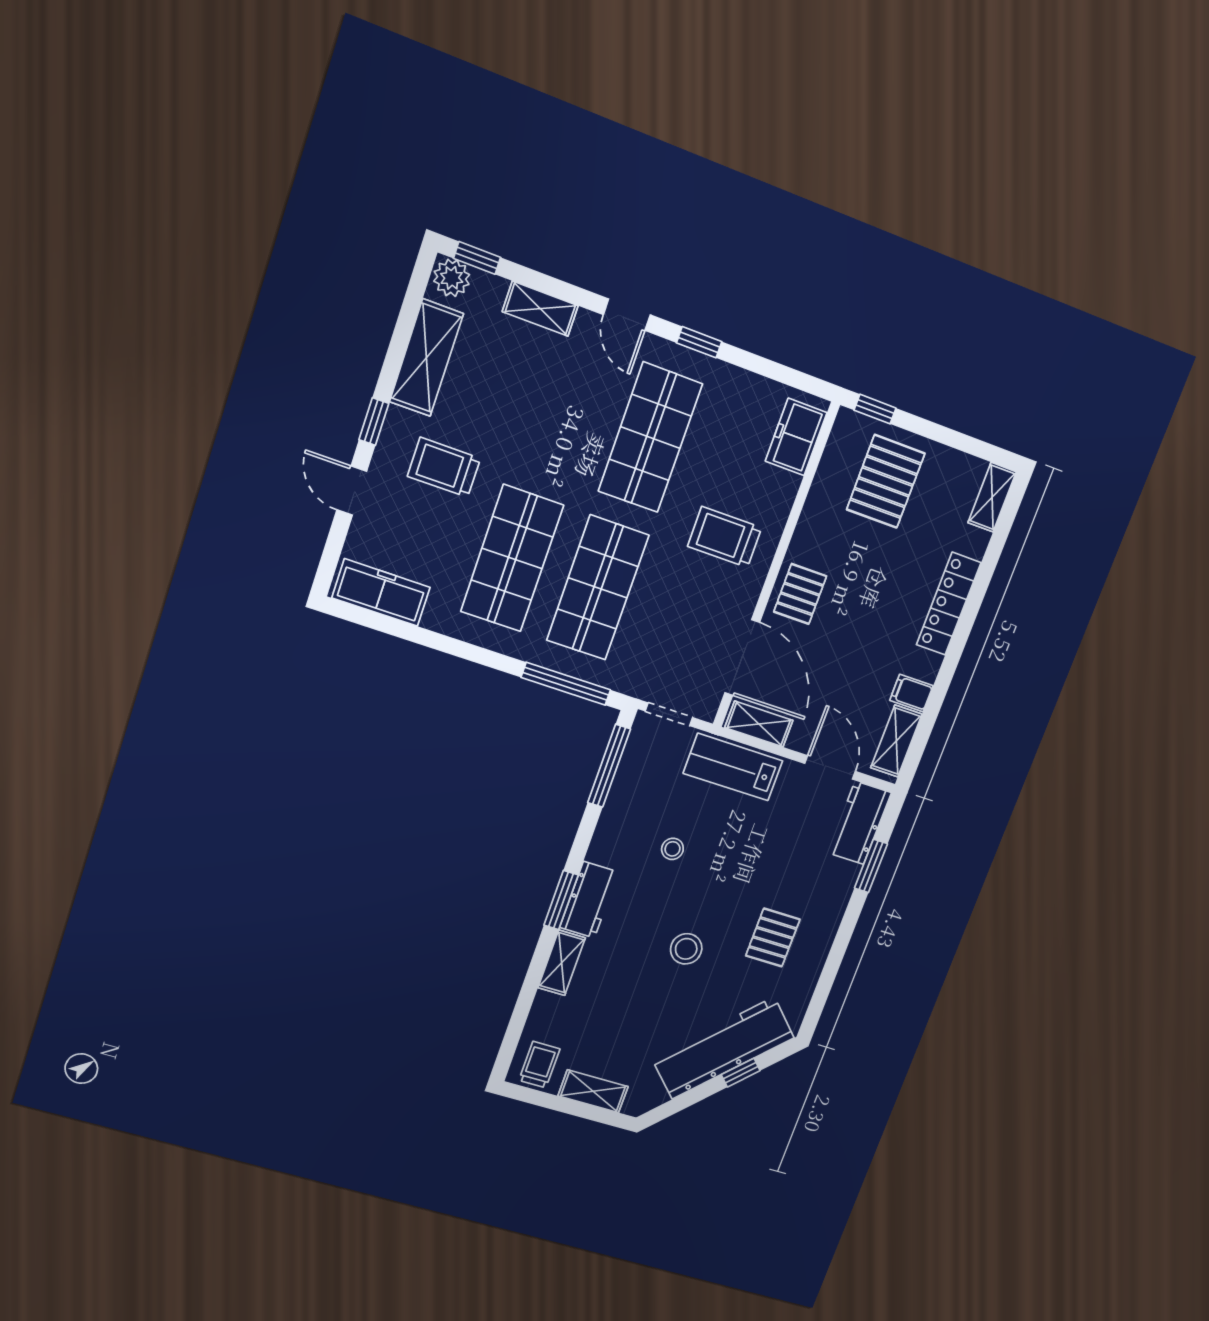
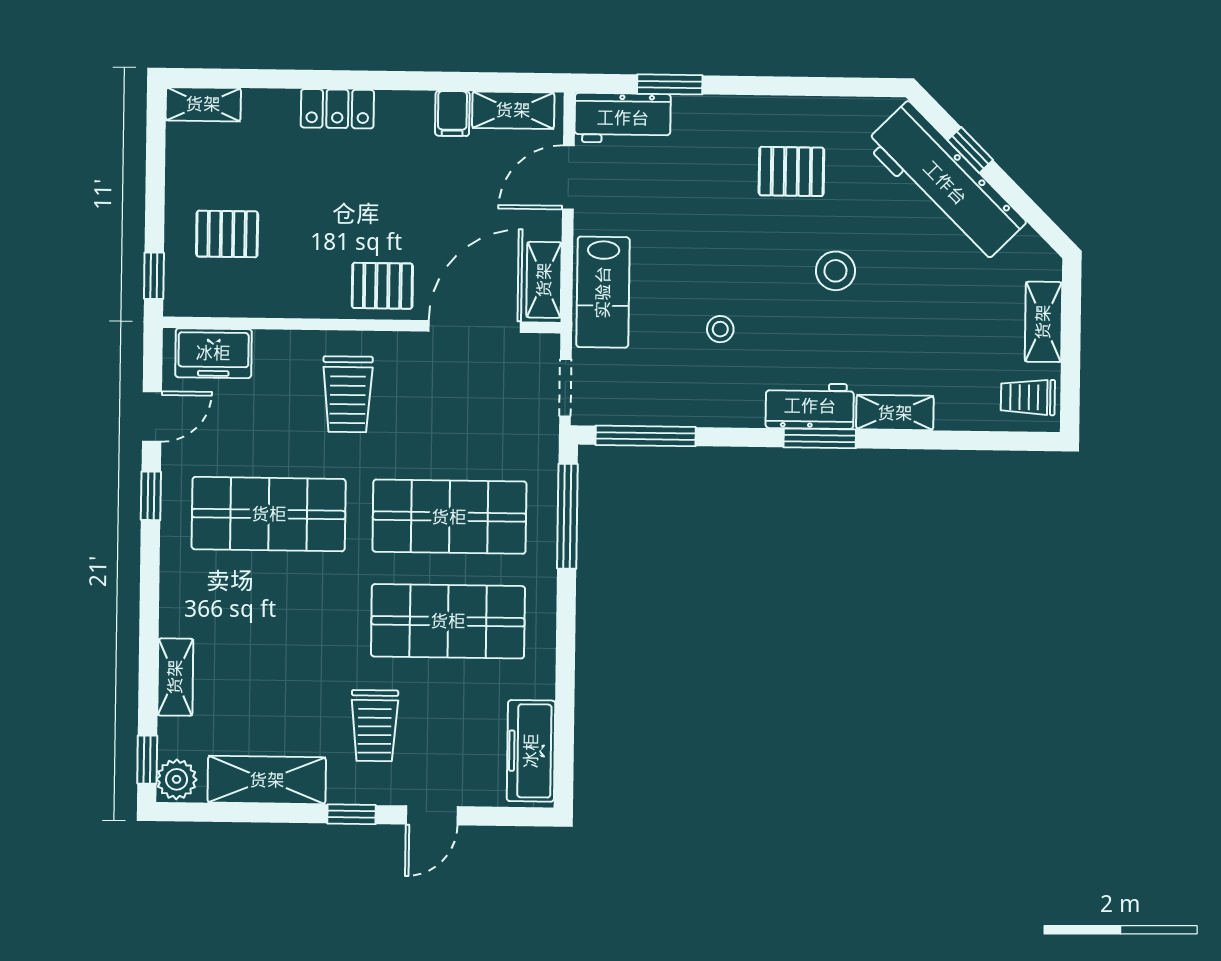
door: (627, 315) -> (152, 416), moved
pallet: (886, 481) -> (227, 234), width x0.67, depth x0.71
locker: (949, 604) -> (337, 109), width x0.66

